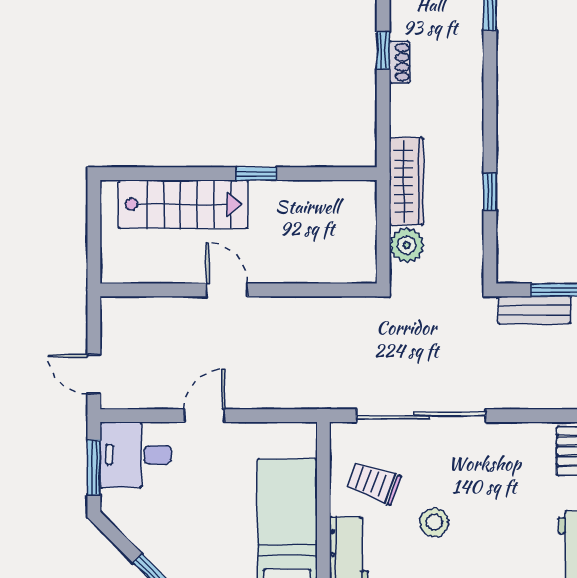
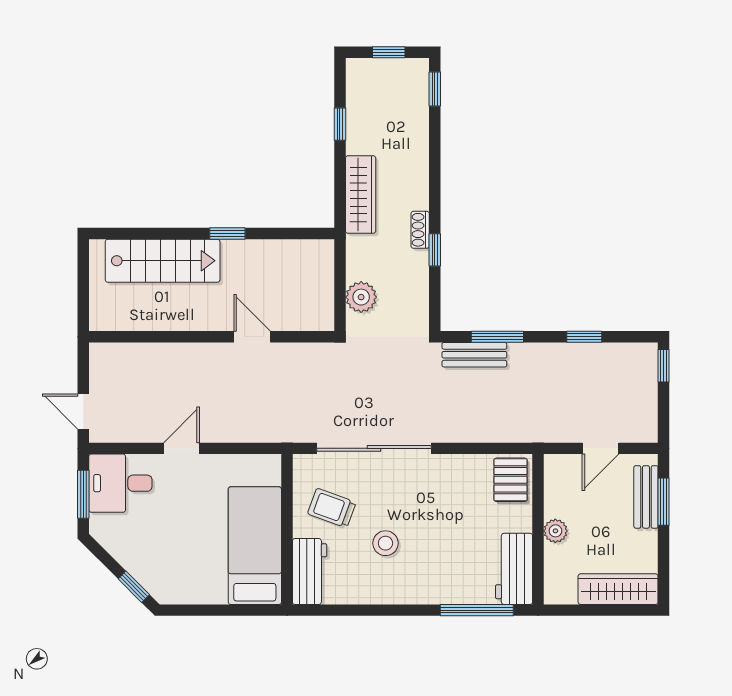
shoe rack: (400, 62) -> (420, 230), moved, turned 180
wardrobe: (406, 181) -> (361, 194), moved
door: (227, 290) -> (252, 337), moved

